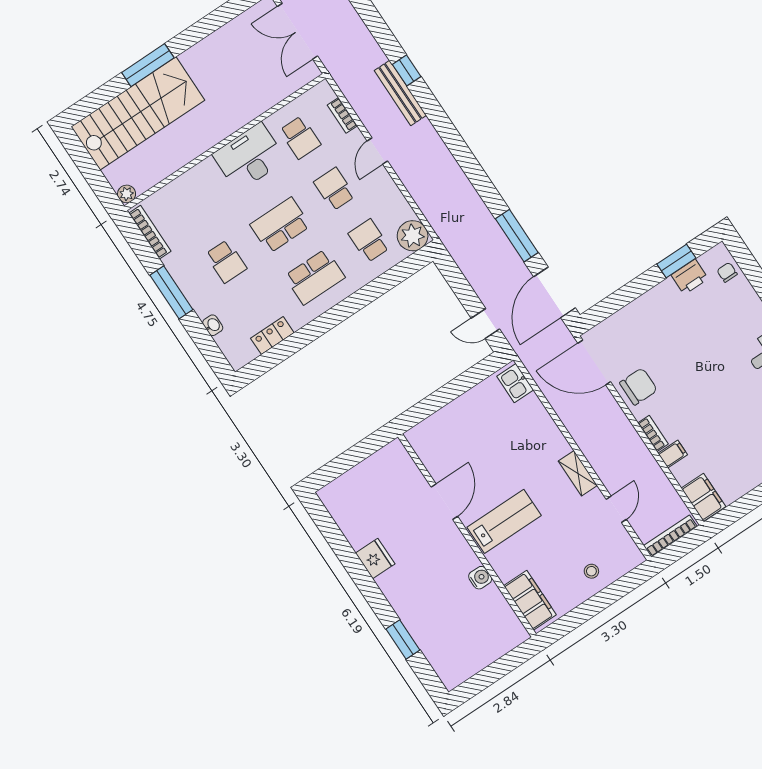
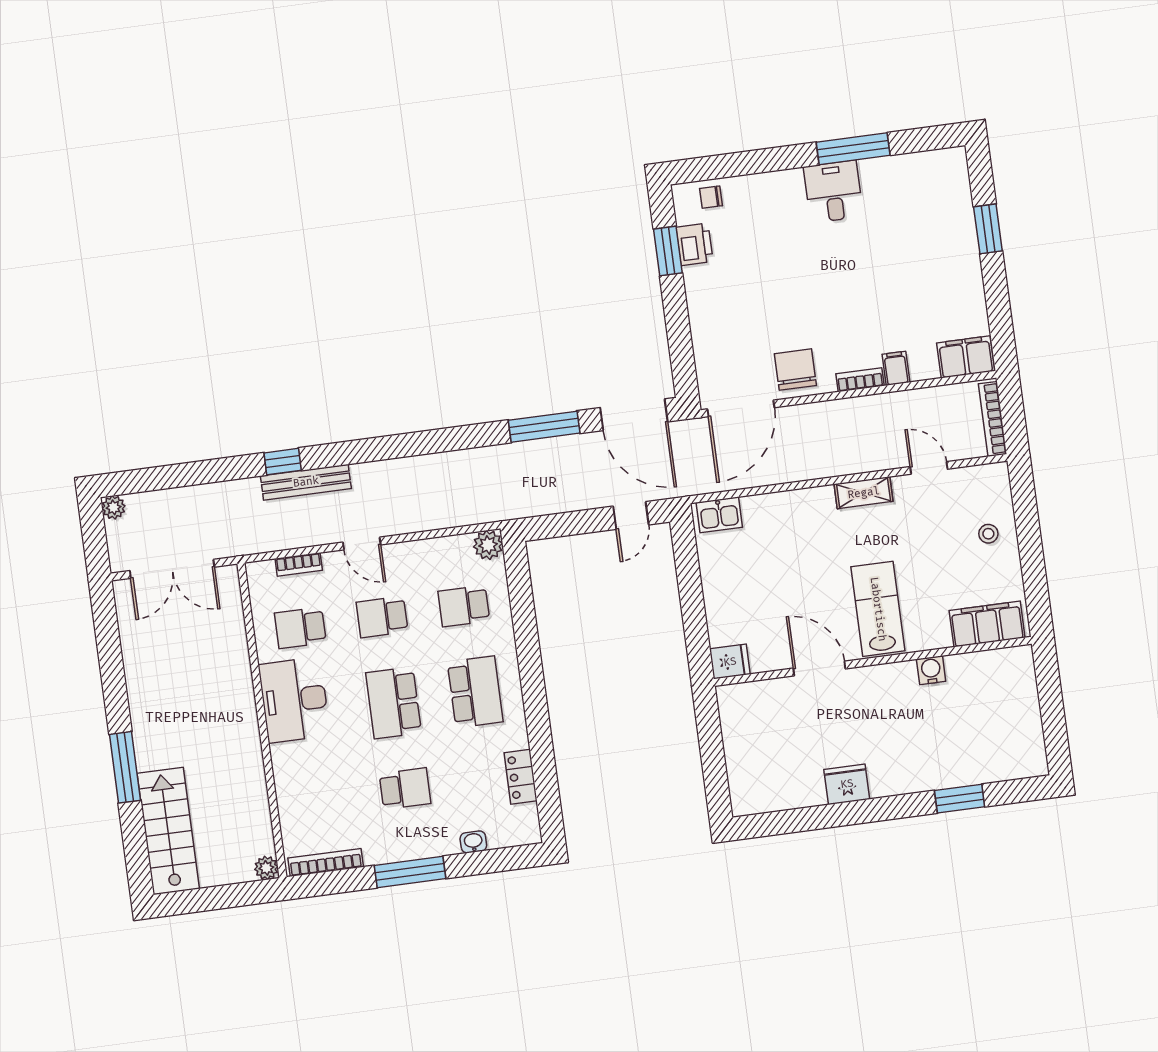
stairs: (138, 113) -> (168, 831), width x0.73, depth x0.66
school desk: (300, 137) -> (300, 628), turned 180
plant: (413, 236) -> (488, 545), width x0.73, depth x0.73
fridge: (419, 439) -> (730, 662), added

